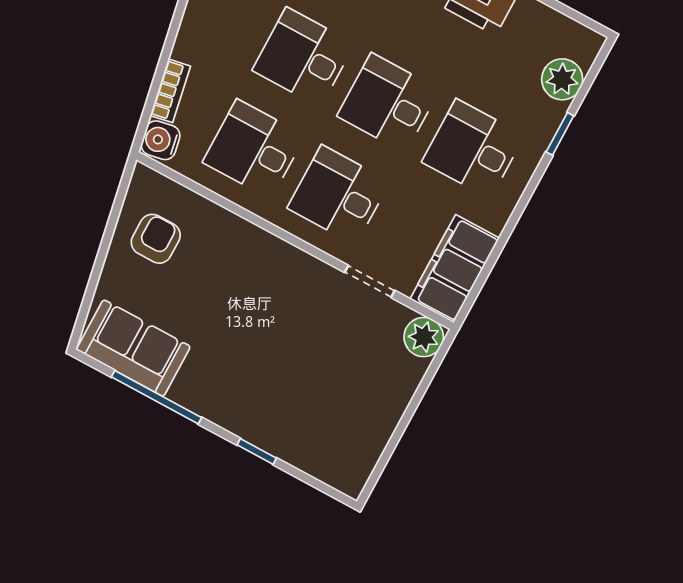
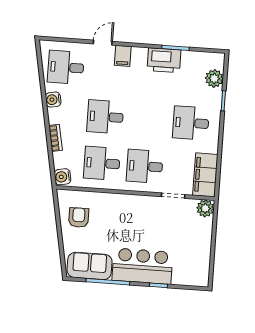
bookcase: (170, 91) -> (55, 138), moved
desk: (388, 103) -> (148, 120), removed
bar counter: (242, 397) -> (142, 266), added

